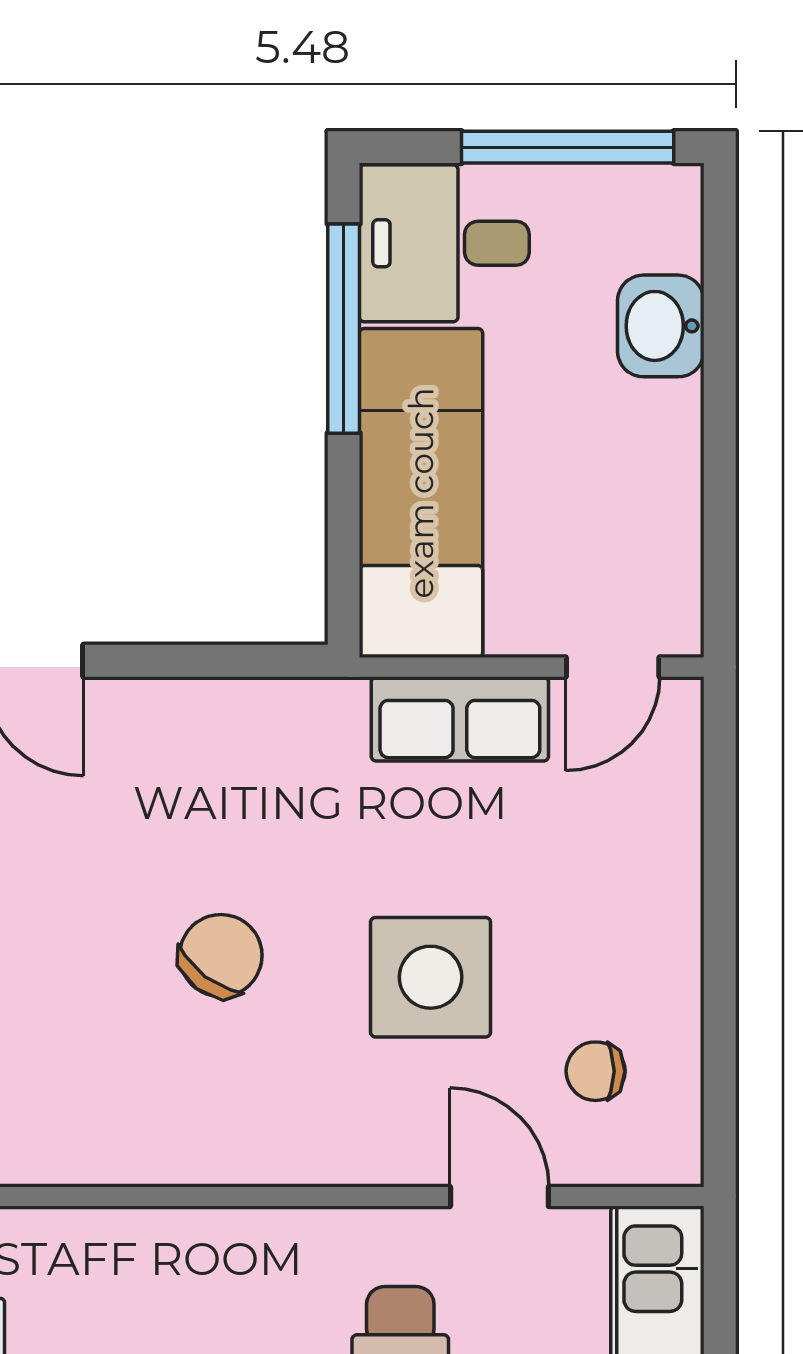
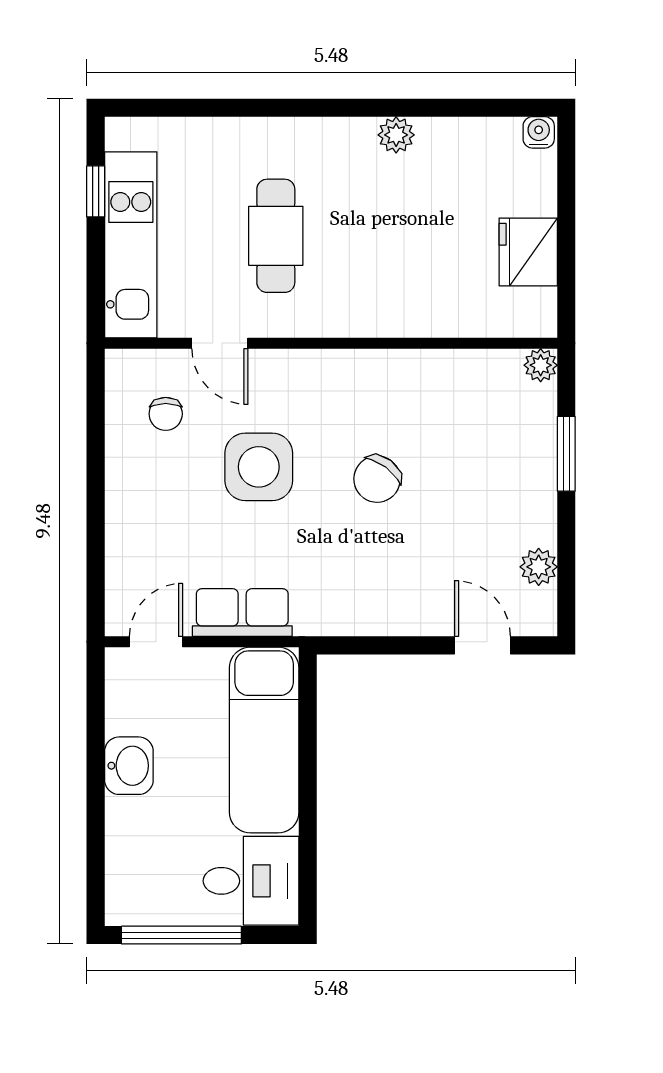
washbasin: (661, 326) -> (129, 766), moved
window: (344, 329) -> (308, 833), removed
chair: (596, 1071) -> (166, 414), turned 90

